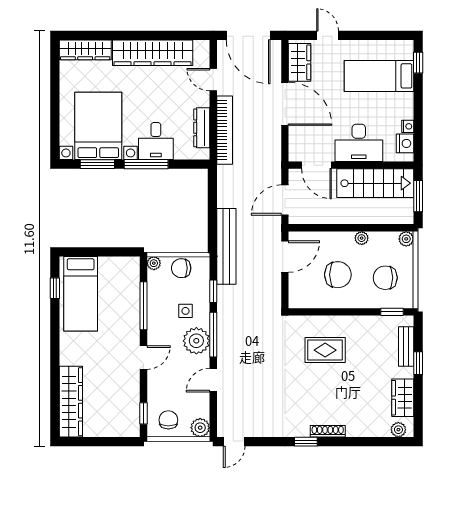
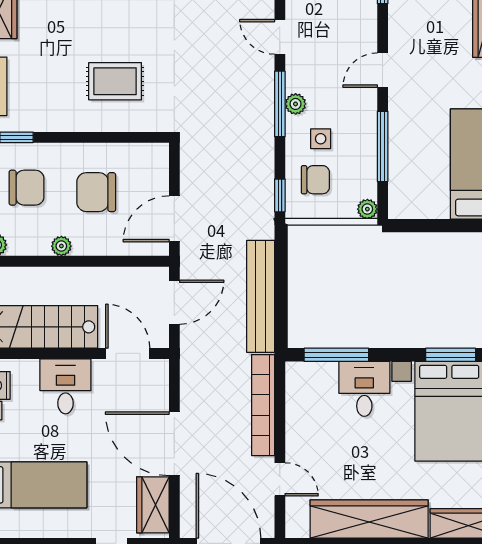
dresser: (202, 128) -> (297, 408), removed
desk: (359, 143) -> (65, 386), width x0.73
window: (146, 164) -> (336, 355), moved
bench: (226, 246) -> (261, 296), moved
chair: (181, 268) -> (315, 180), moved
window: (213, 291) -> (280, 195), moved
plant: (196, 341) -> (296, 104), width x0.53, depth x0.53
door: (213, 380) -> (280, 37), swing flipped

